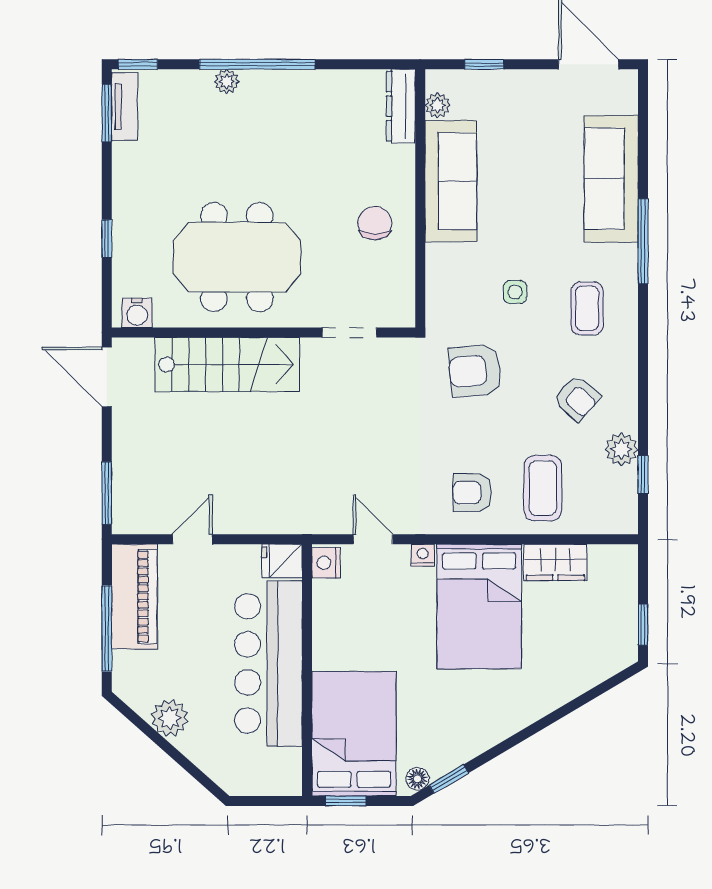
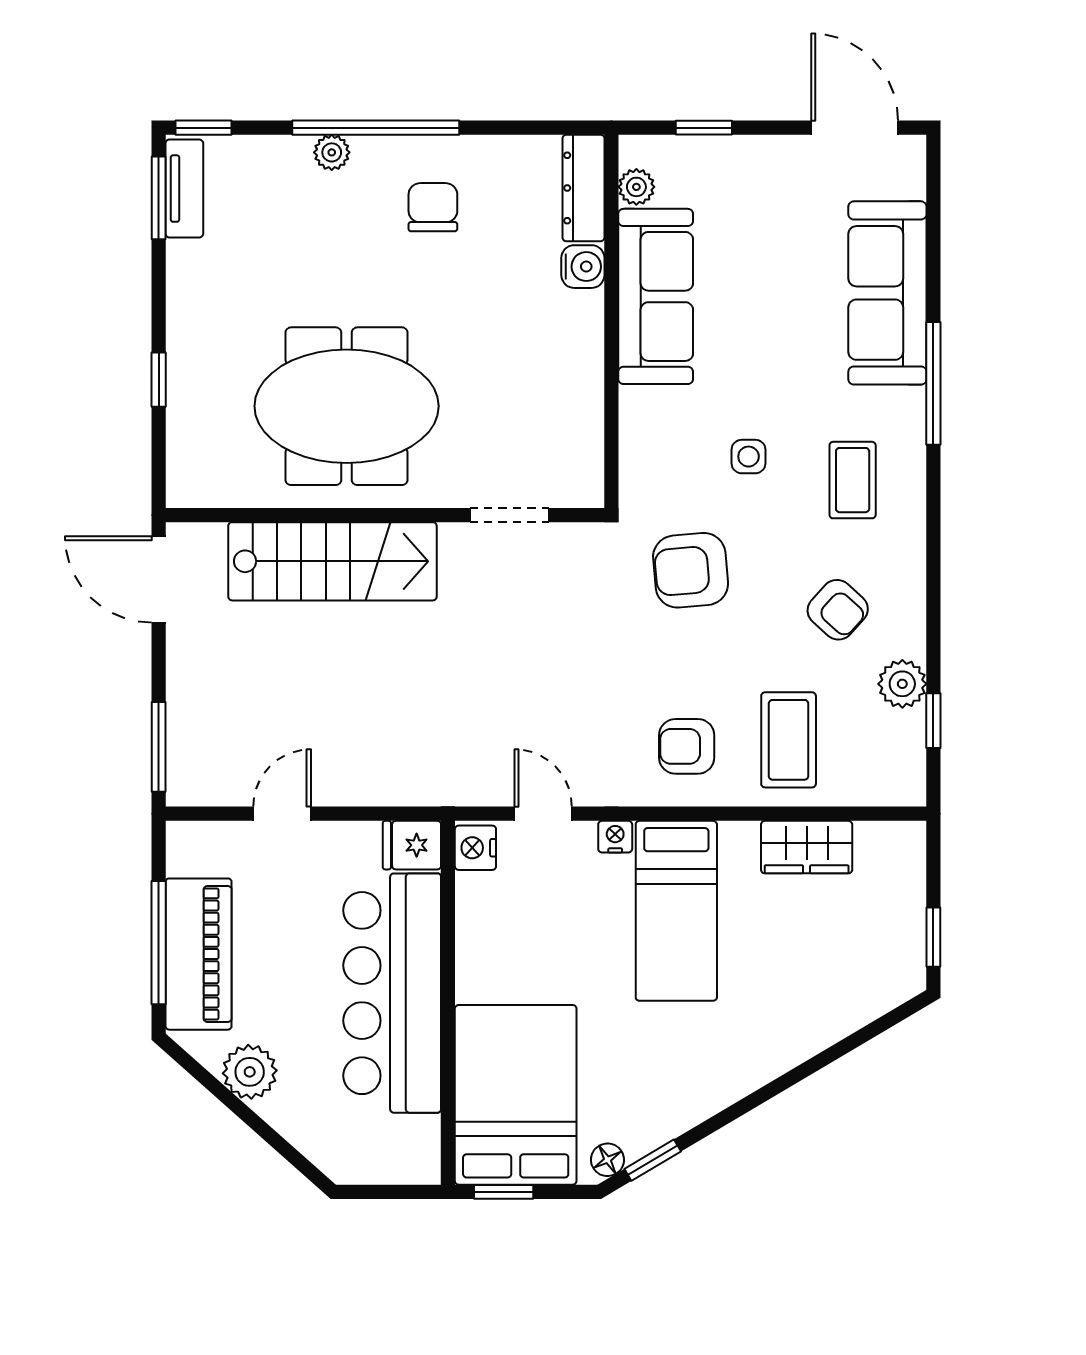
chair: (375, 223) -> (433, 207), moved
water cooler: (137, 313) -> (583, 267), moved, turned -90
piano: (134, 597) -> (199, 954), moved
bed: (479, 606) -> (676, 911), width x0.67

